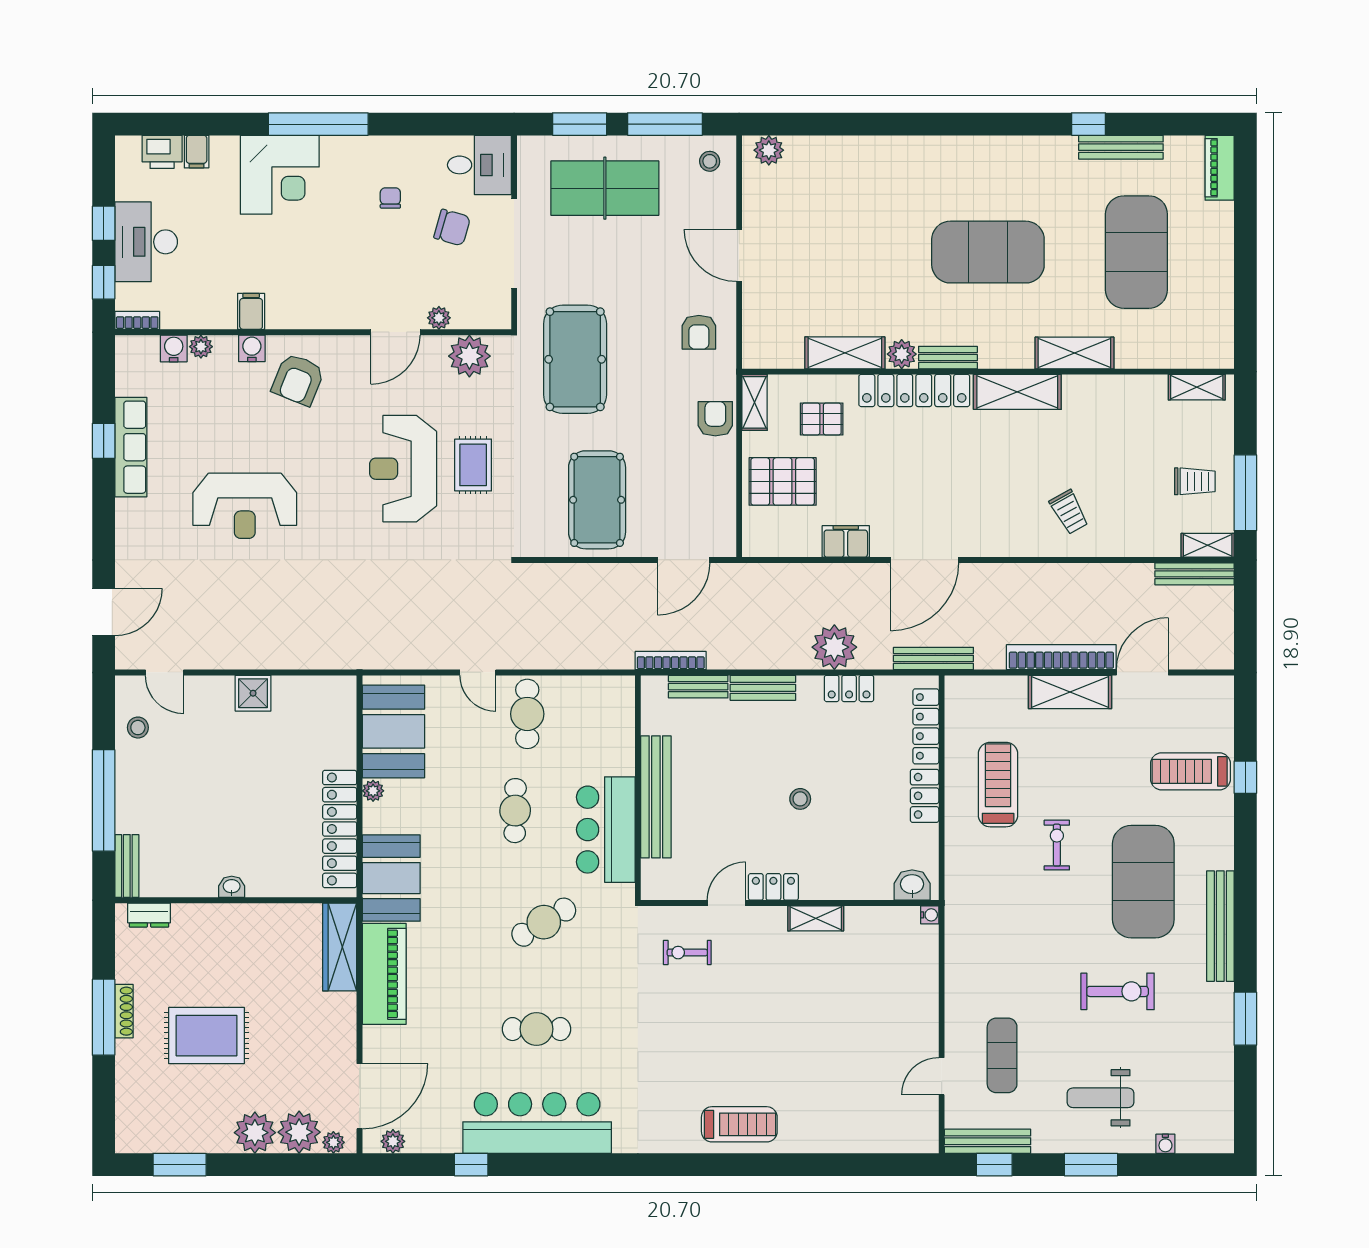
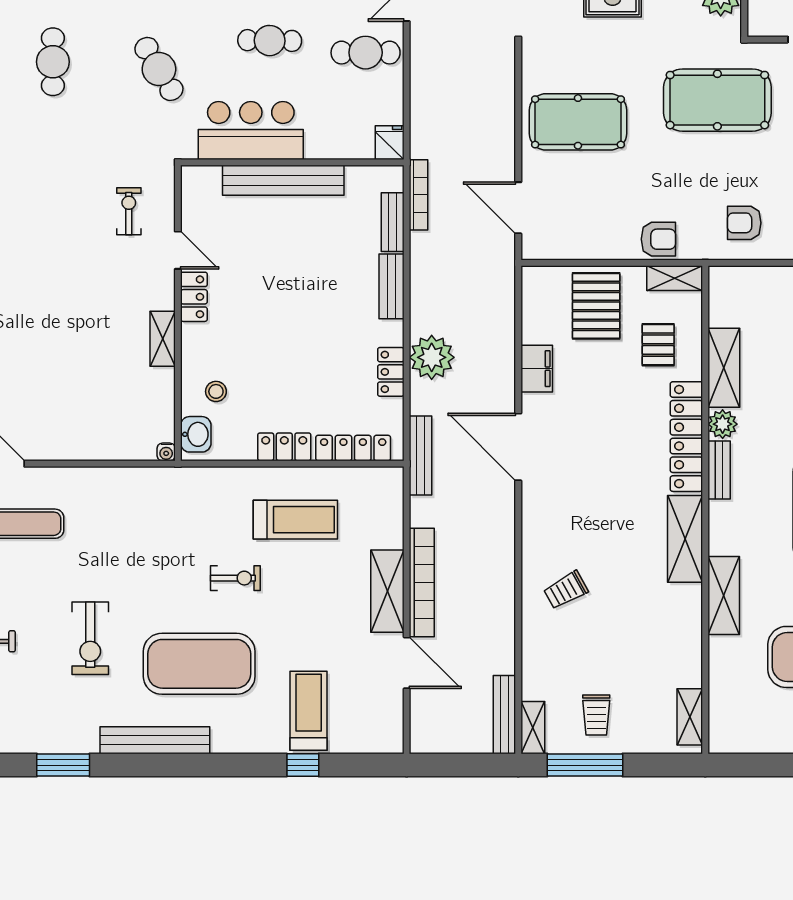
fridge: (618, 690) -> (390, 143), added
stool: (800, 799) -> (216, 391), moved

